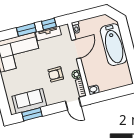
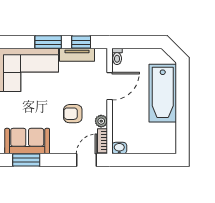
door: (73, 104) -> (86, 160), swing flipped

